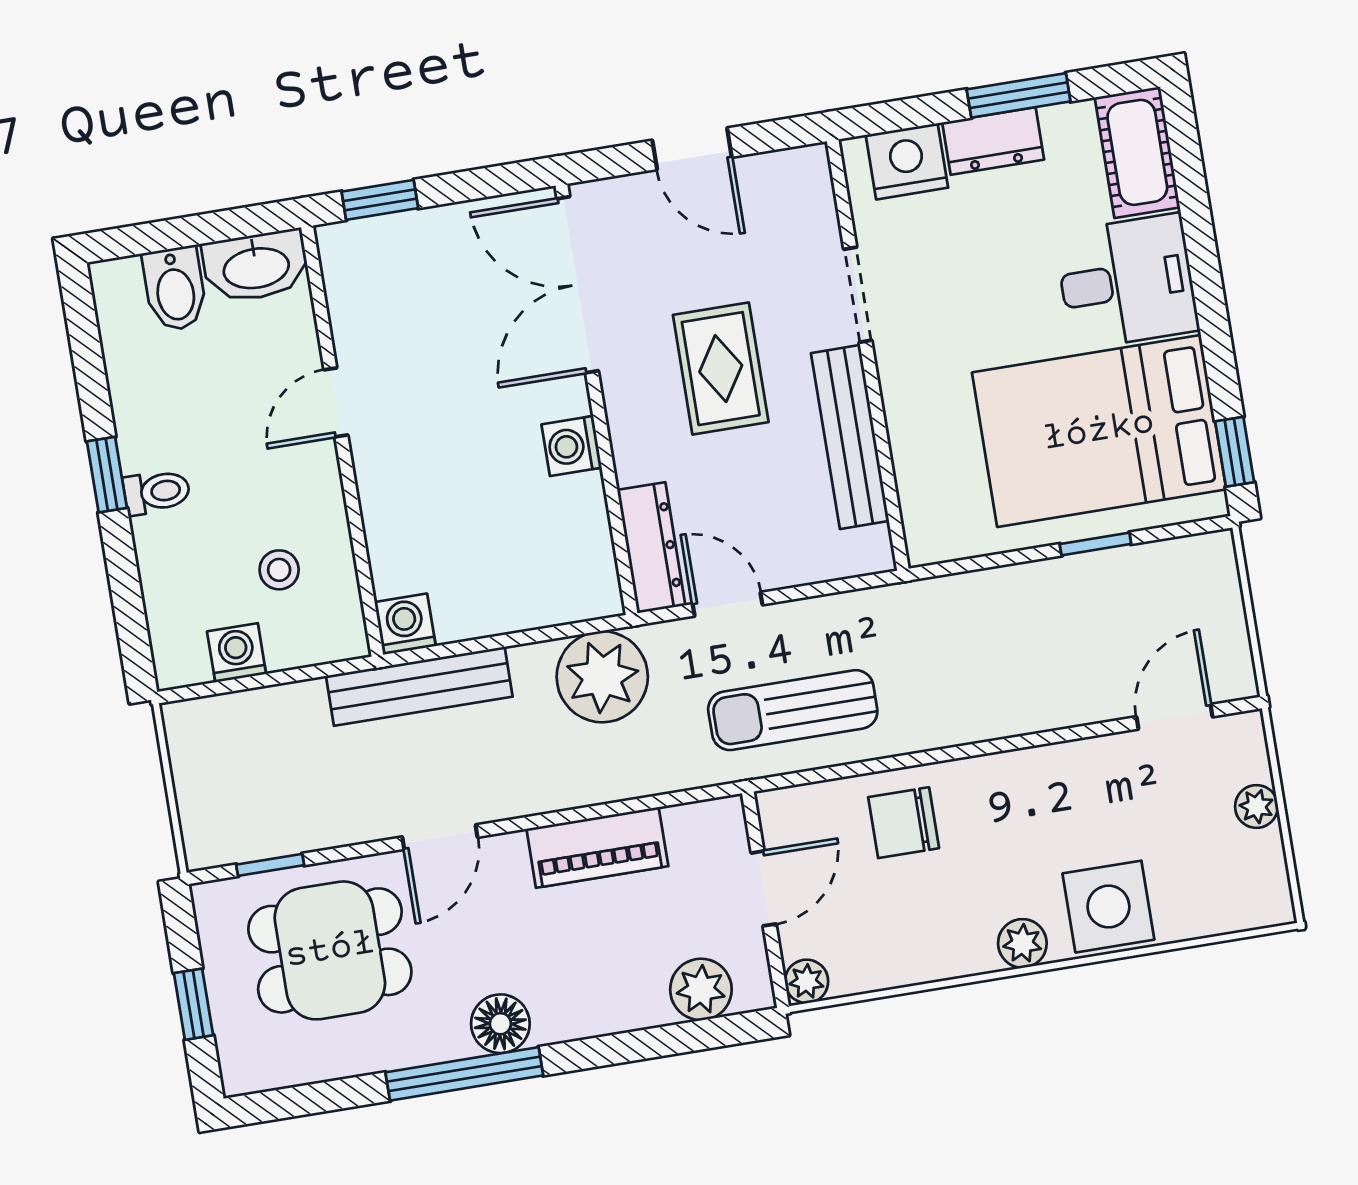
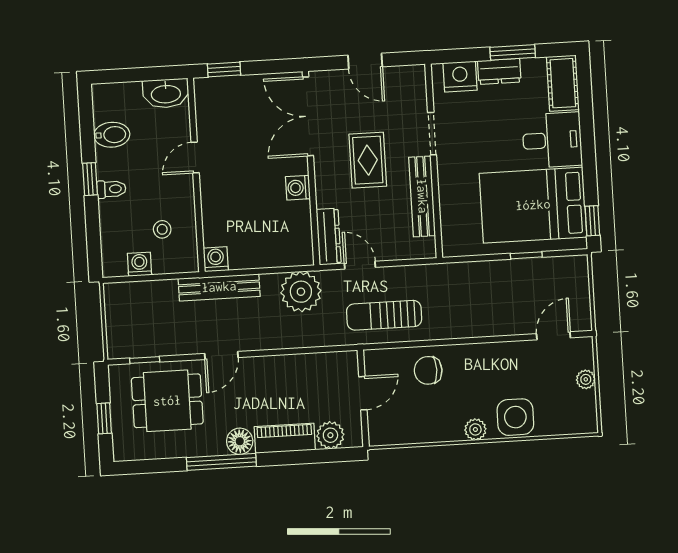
bidet: (175, 289) -> (112, 135), moved, turned -90
piano: (597, 847) -> (285, 438), moved, turned 180
plant: (807, 981) -> (378, 436), removed

